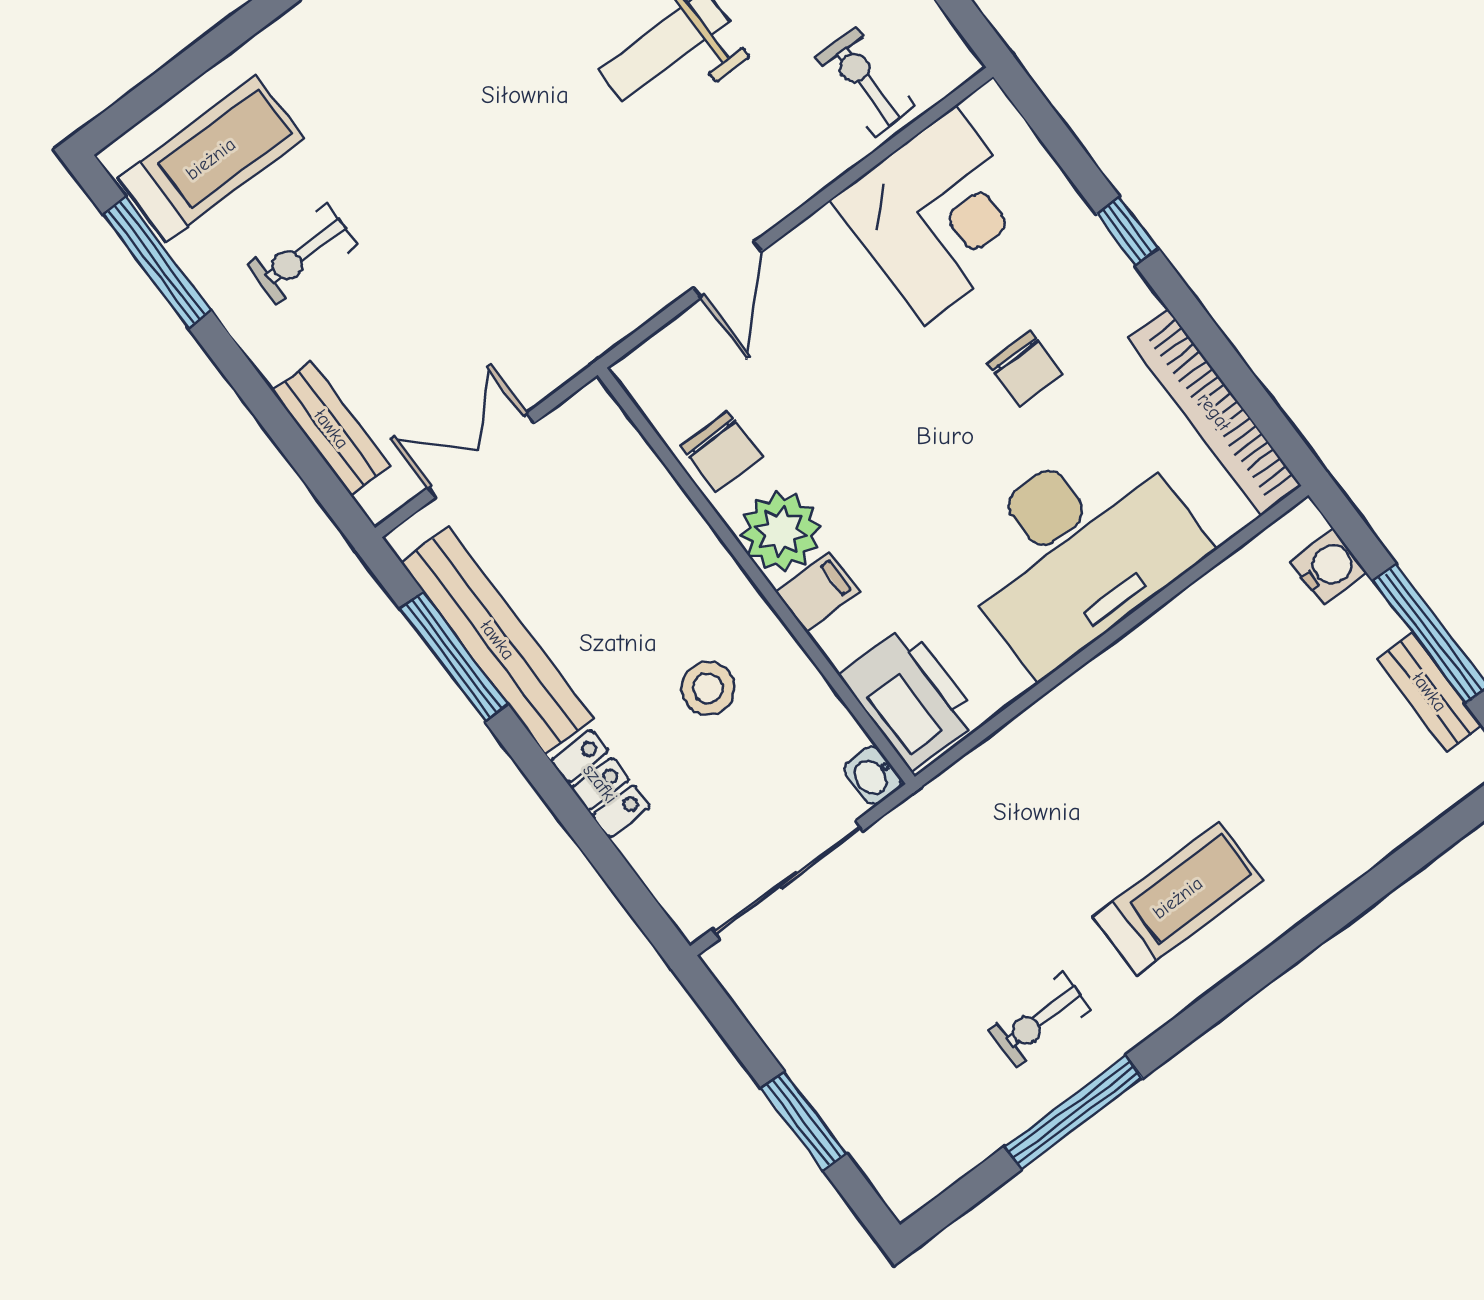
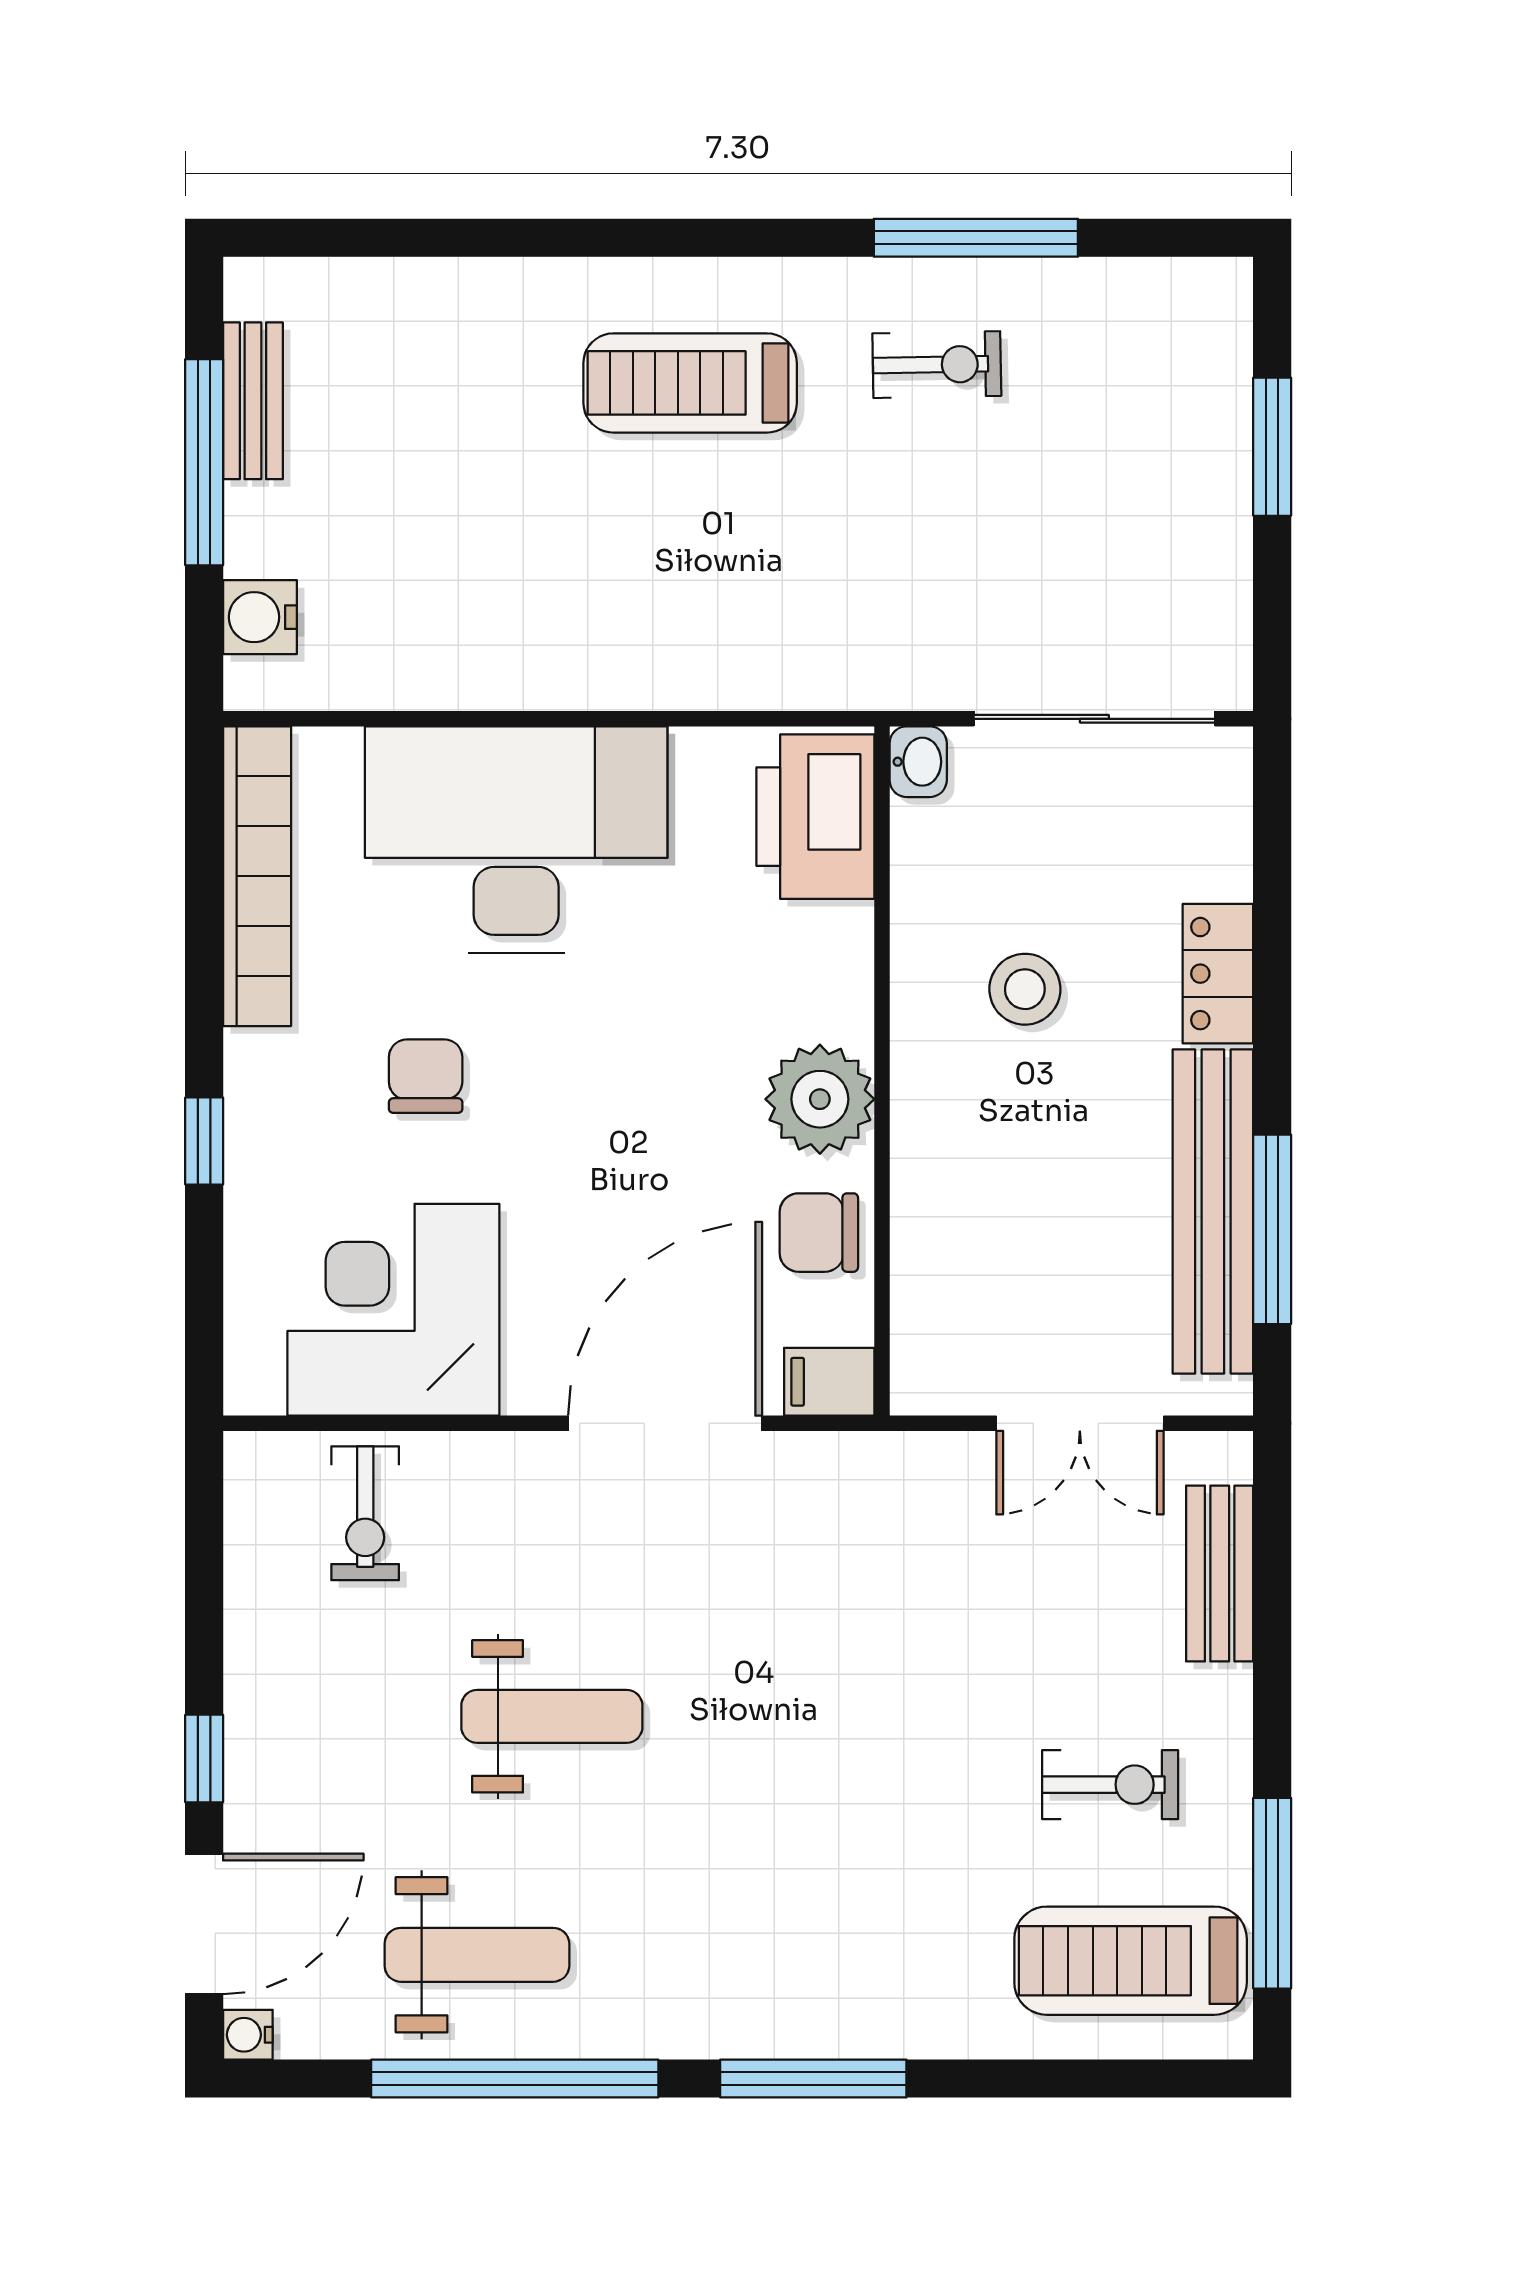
door: (727, 270) -> (665, 1423), width x1.87
chair: (722, 452) -> (819, 1233), turned -90
filing cabinet: (817, 592) -> (829, 1382), moved

